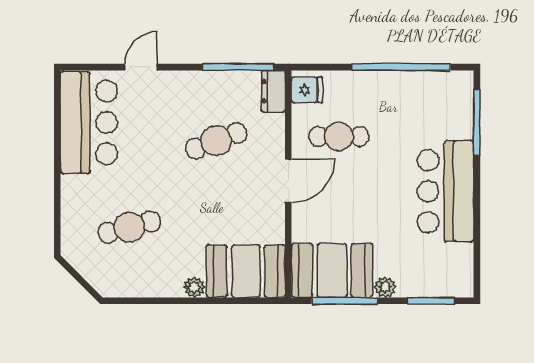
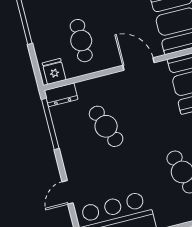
door: (141, 67) -> (68, 192), hinge flipped
door: (288, 181) -> (138, 64), moved

